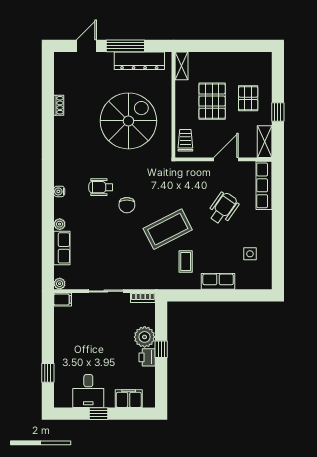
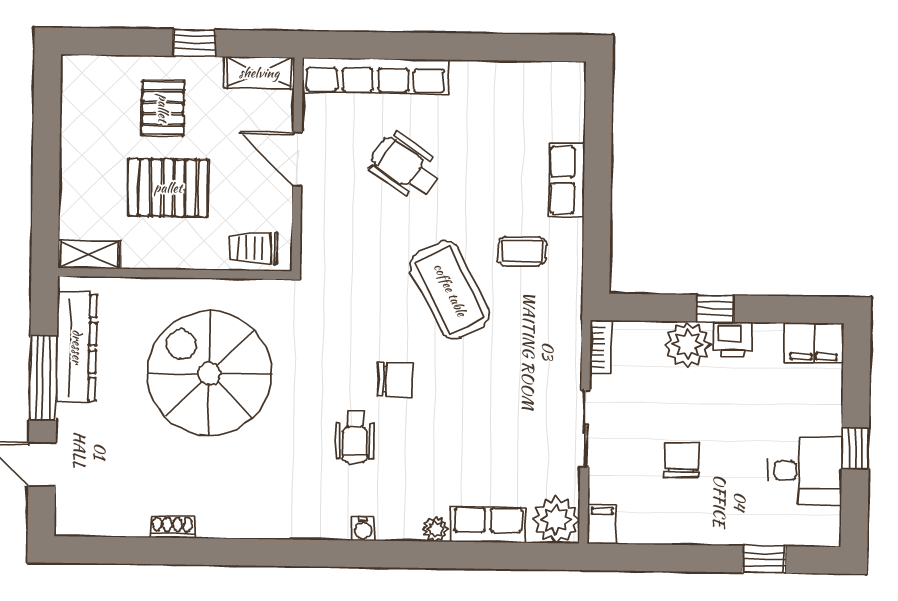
pallet: (248, 98) -> (163, 108), turned 90
row of seats: (264, 185) -> (375, 76), width x1.36
side table: (250, 254) -> (507, 109), removed
plant: (60, 284) -> (556, 520), width x1.88, depth x1.88
chair: (92, 335) -> (682, 460), added
filing cabinet: (129, 399) -> (814, 343), moved, turned -90

